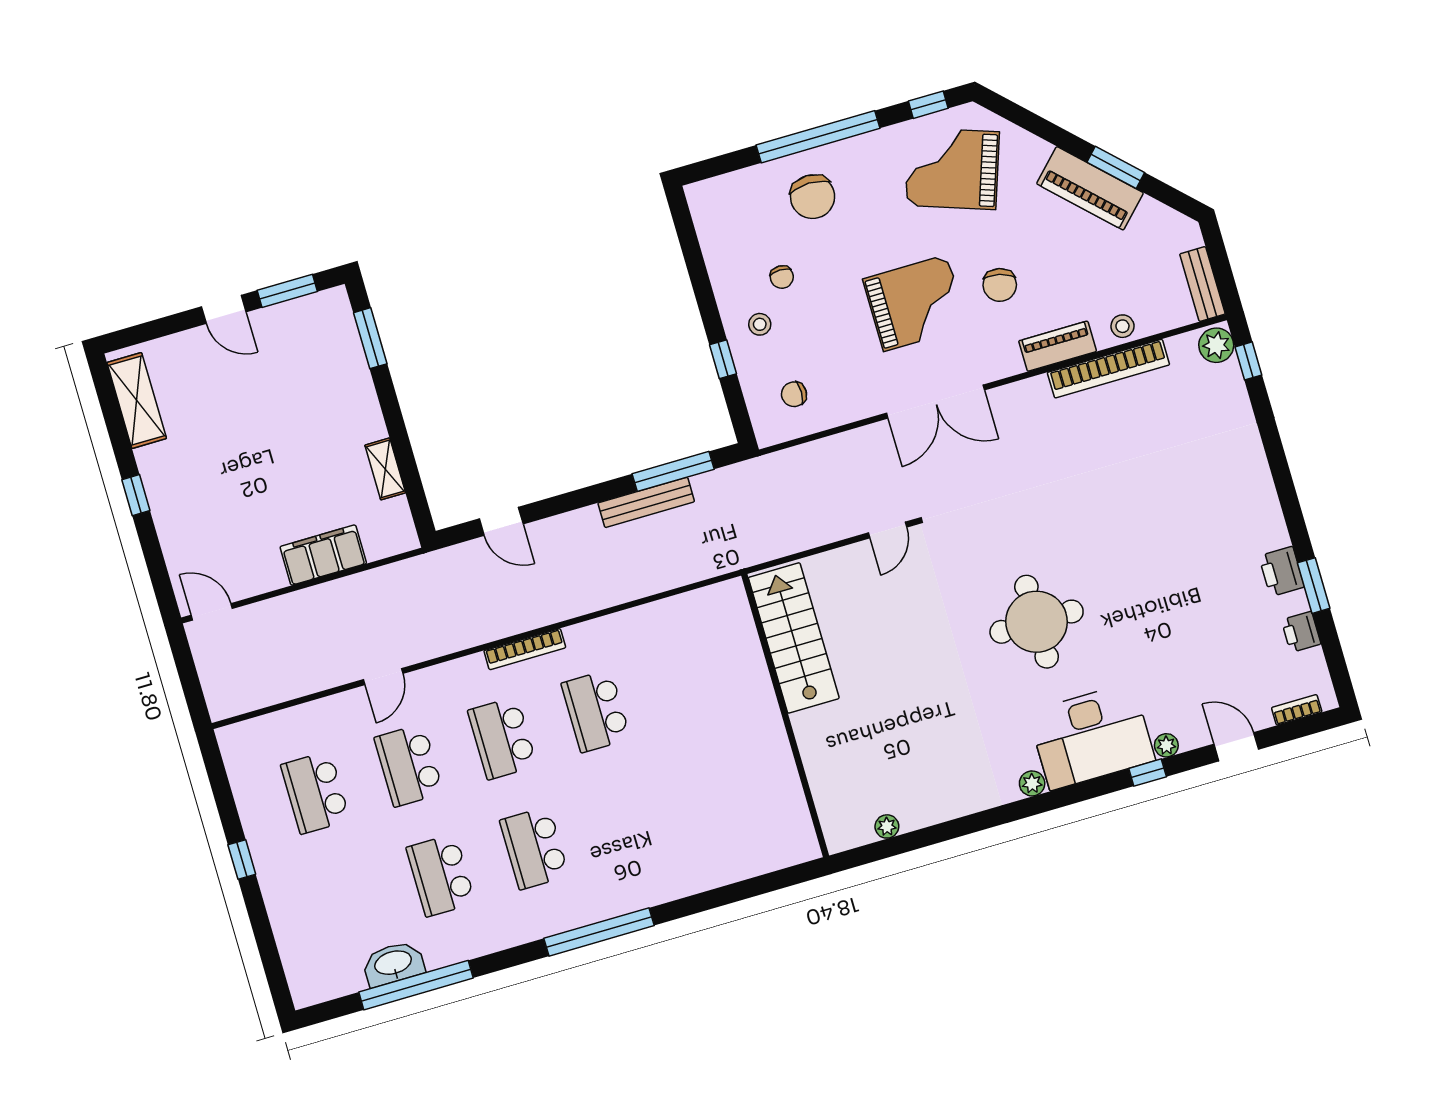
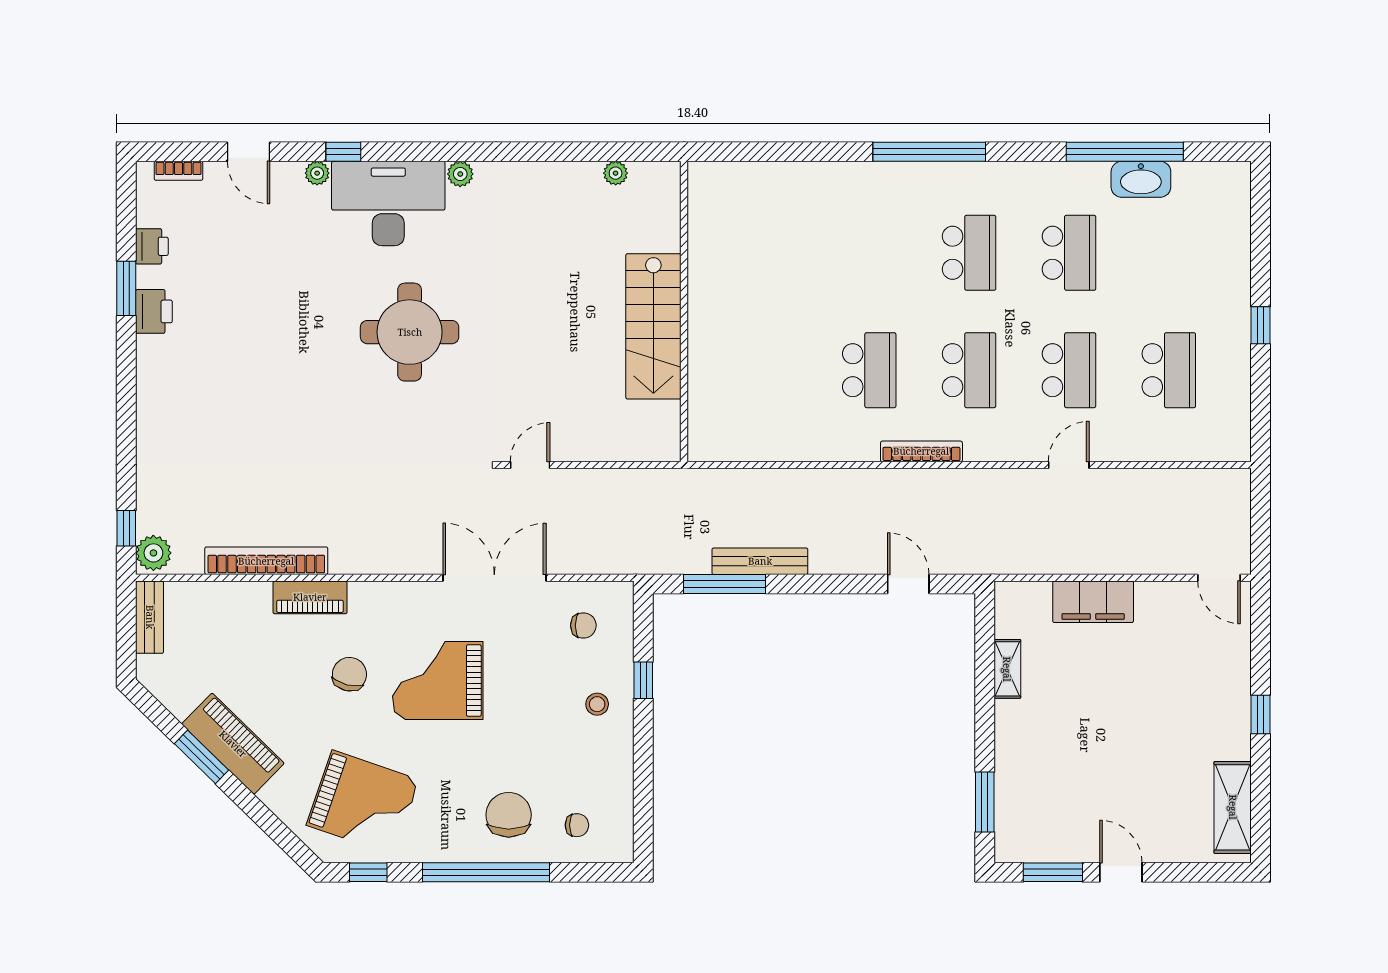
chair: (782, 277) -> (577, 825), moved, turned 90
stool: (1122, 326) -> (240, 599), removed
double door: (935, 402) -> (494, 578), moved
stairs: (794, 638) -> (653, 326), moved

